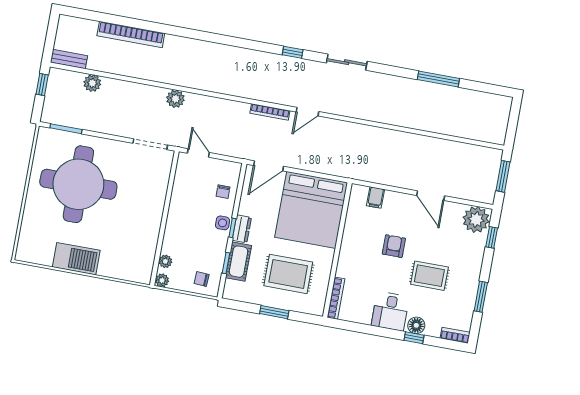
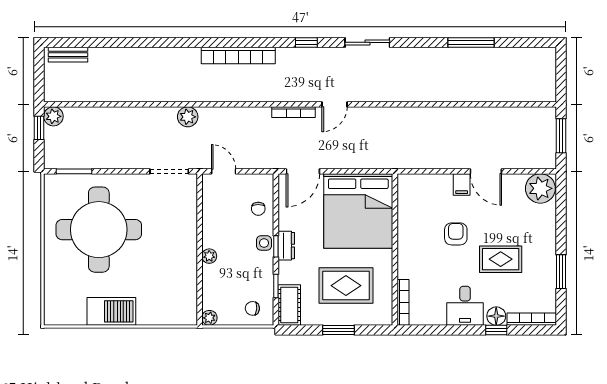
bookcase: (131, 34) -> (238, 55), moved
bench: (69, 59) -> (68, 55), moved
plant: (92, 83) -> (53, 116), moved
filing cabinet: (376, 198) -> (462, 185), moved
window: (492, 237) -> (561, 205), removed
plant: (165, 261) -> (209, 256), moved
cot: (238, 262) -> (289, 305), moved
bookcase: (455, 335) -> (532, 319), width x1.56

